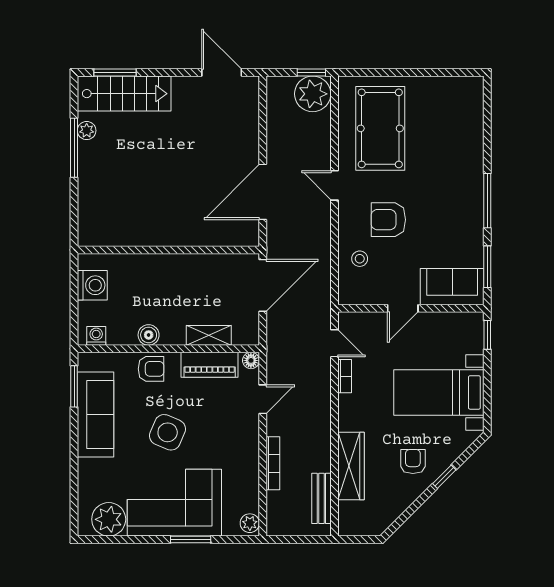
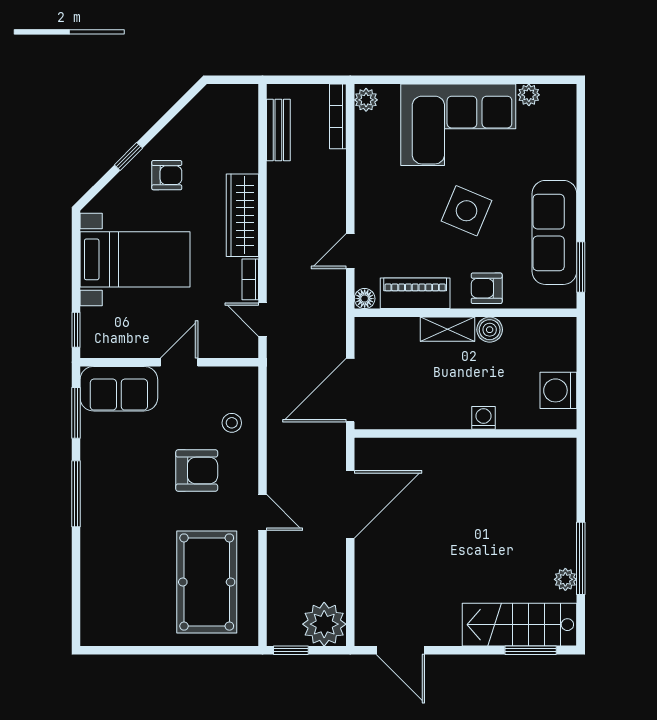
plant: (313, 94) -> (324, 624), moved
shelving: (209, 335) -> (447, 329), moved
washing machine: (96, 336) -> (483, 418), moved, turned 180
armchair: (413, 461) -> (167, 175), turned -90
bookcase: (273, 463) -> (338, 116), moved
wardrobe: (351, 466) -> (242, 215), moved
plant: (109, 519) -> (529, 95), width x0.53, depth x0.53
window: (191, 540) -> (438, 80), removed

